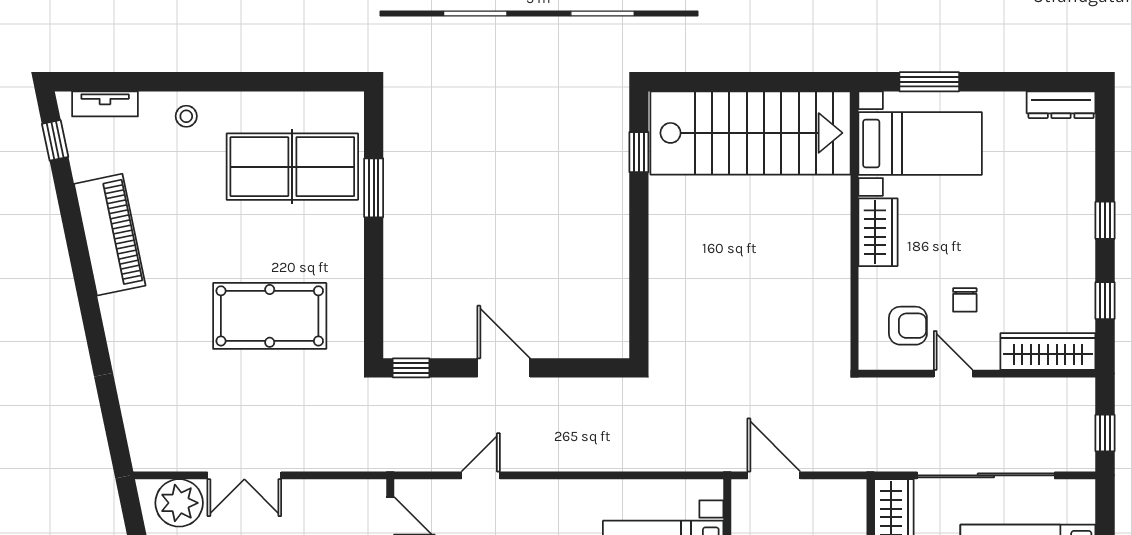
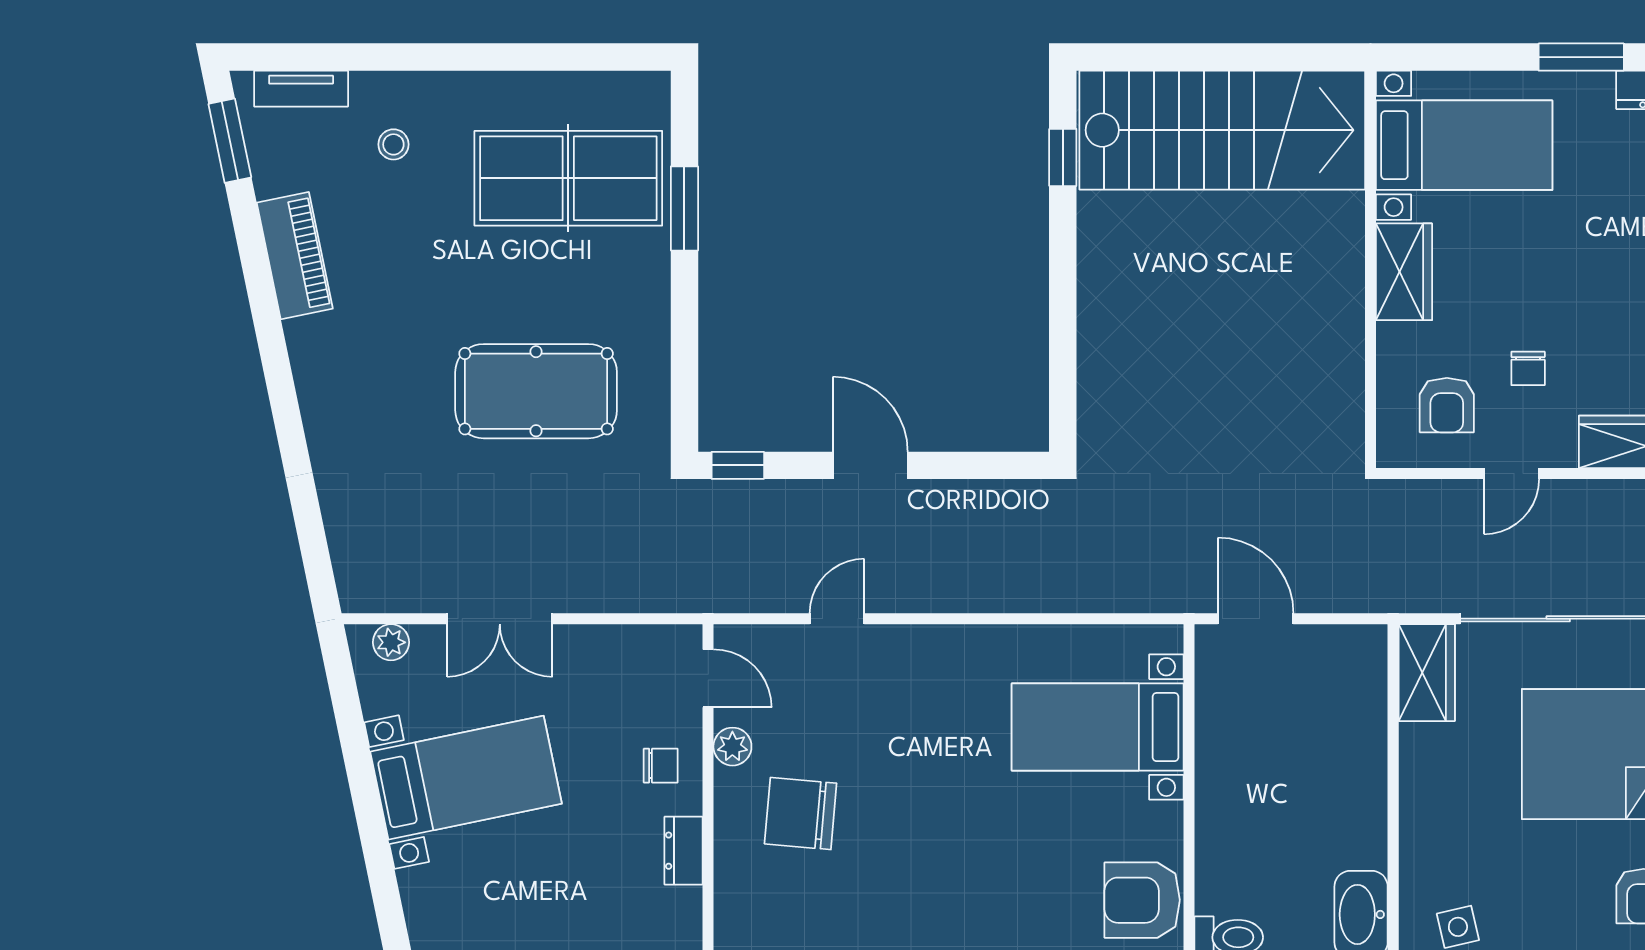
window: (929, 82) -> (1581, 57), moved
stool: (186, 116) -> (393, 144), moved
window: (55, 140) -> (230, 141), width x1.50
piano: (110, 235) -> (295, 256), width x0.73, depth x0.75
armchair: (908, 326) -> (1447, 405), turned 90
door: (953, 374) -> (1511, 474), swing flipped
plant: (179, 503) -> (391, 642), width x0.53, depth x0.53

